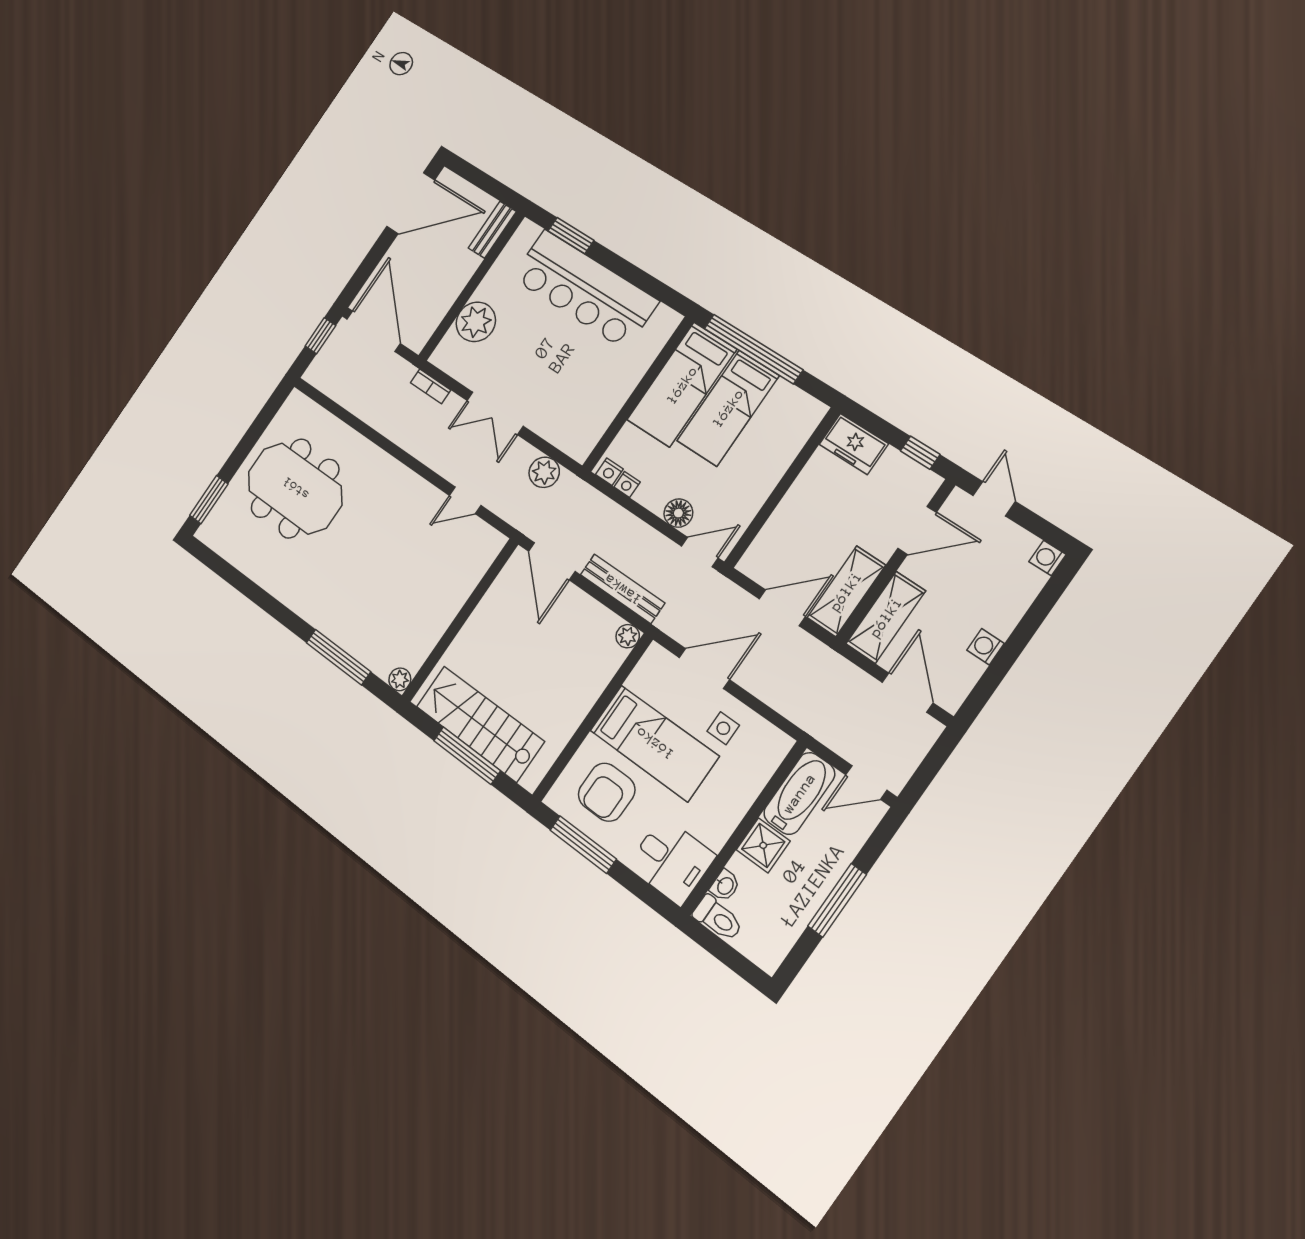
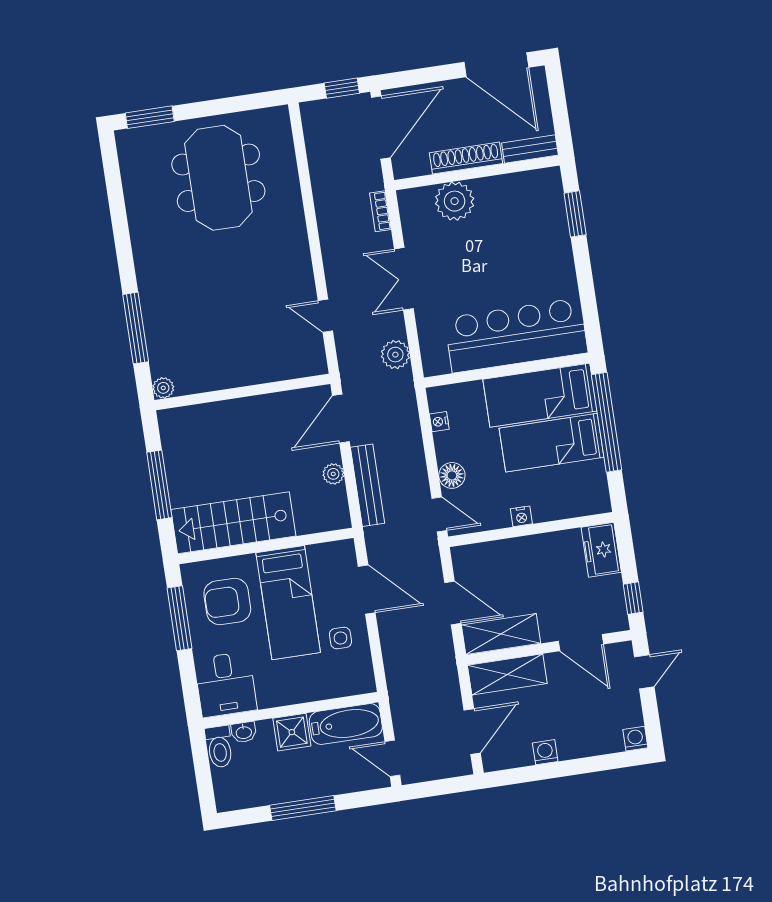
shoe rack: (454, 285) -> (466, 158), added
bar counter: (585, 289) -> (516, 335), moved, turned 90
nightstand: (609, 472) -> (521, 516), moved, turned -90
plant: (628, 636) -> (333, 474), moved
stairs: (480, 724) -> (233, 523), moved, turned -90

